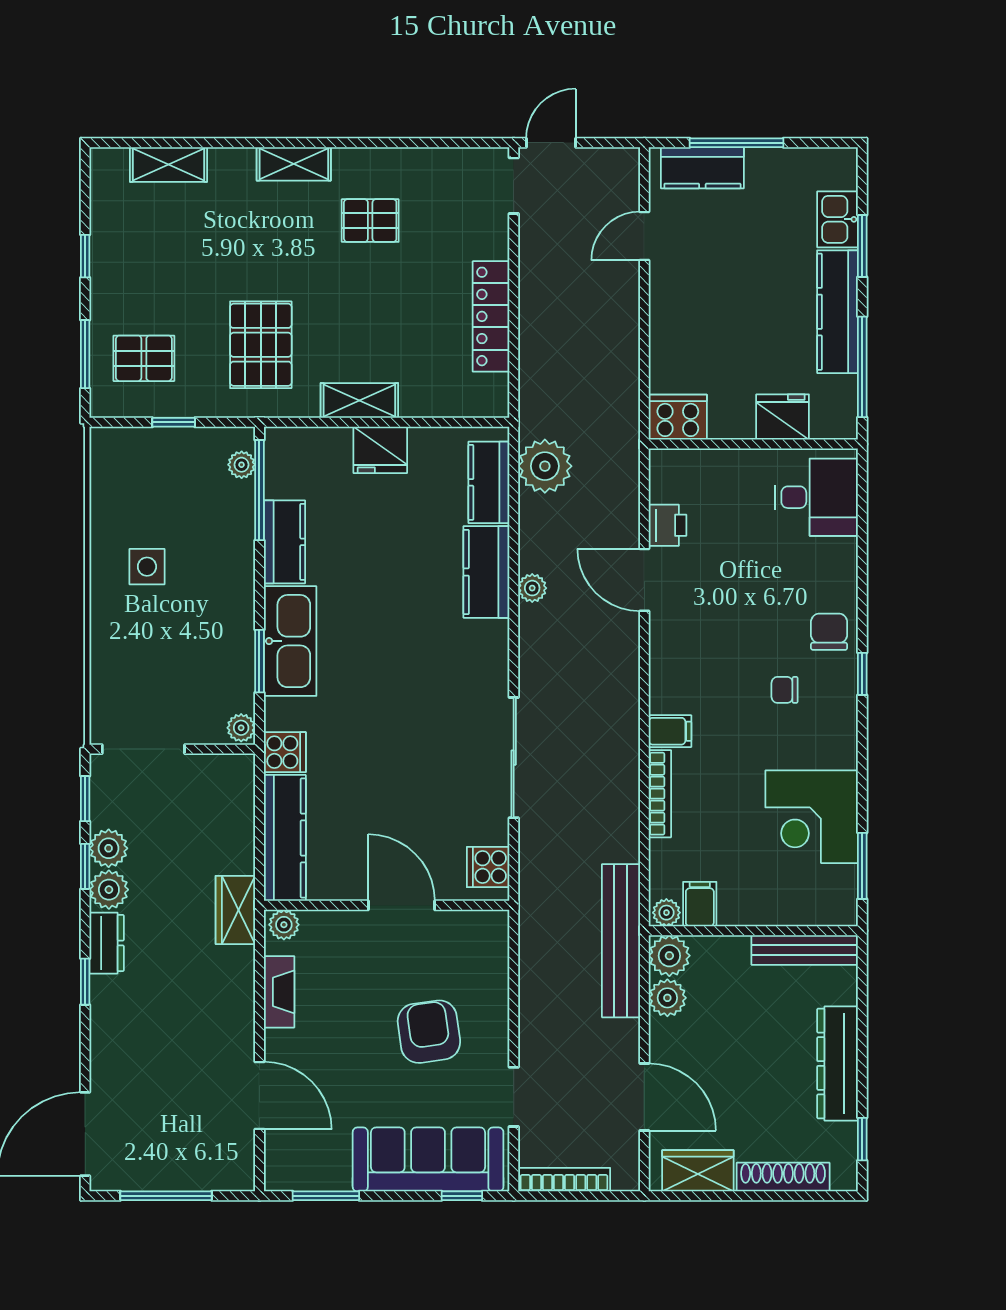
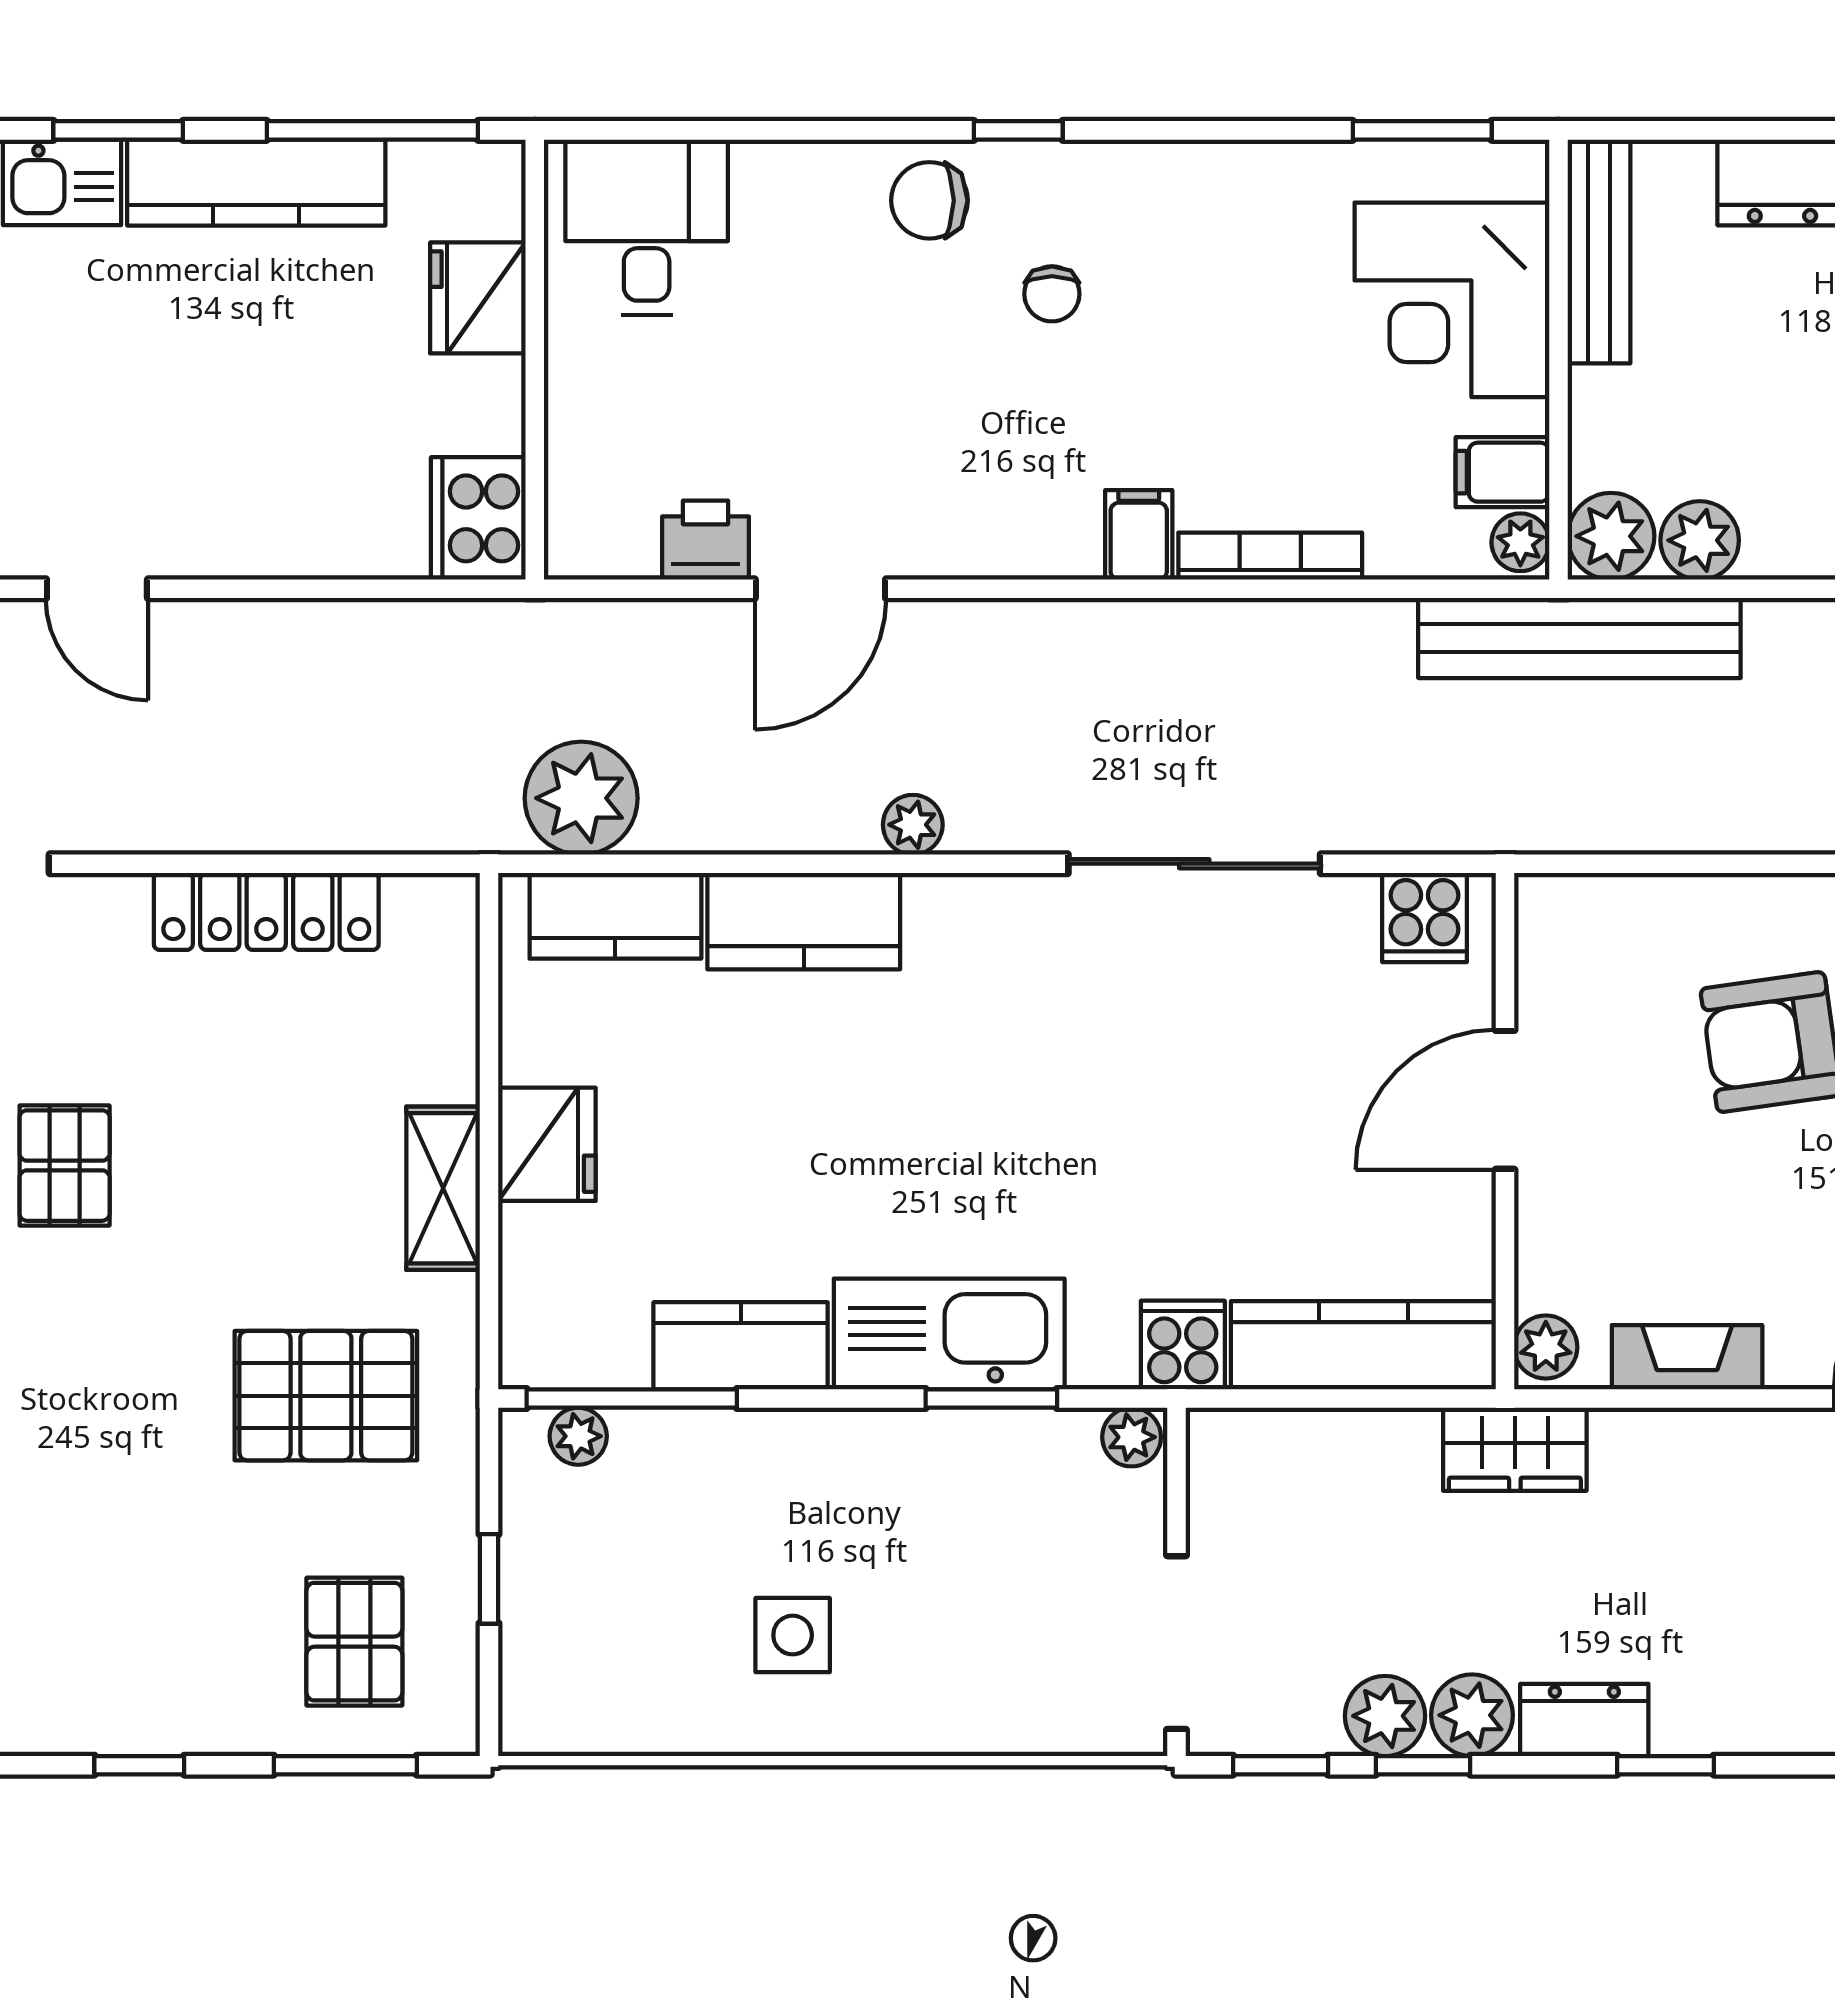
plant: (532, 588) -> (913, 825), moved
corner desk: (812, 817) -> (1452, 300), moved, turned 90

